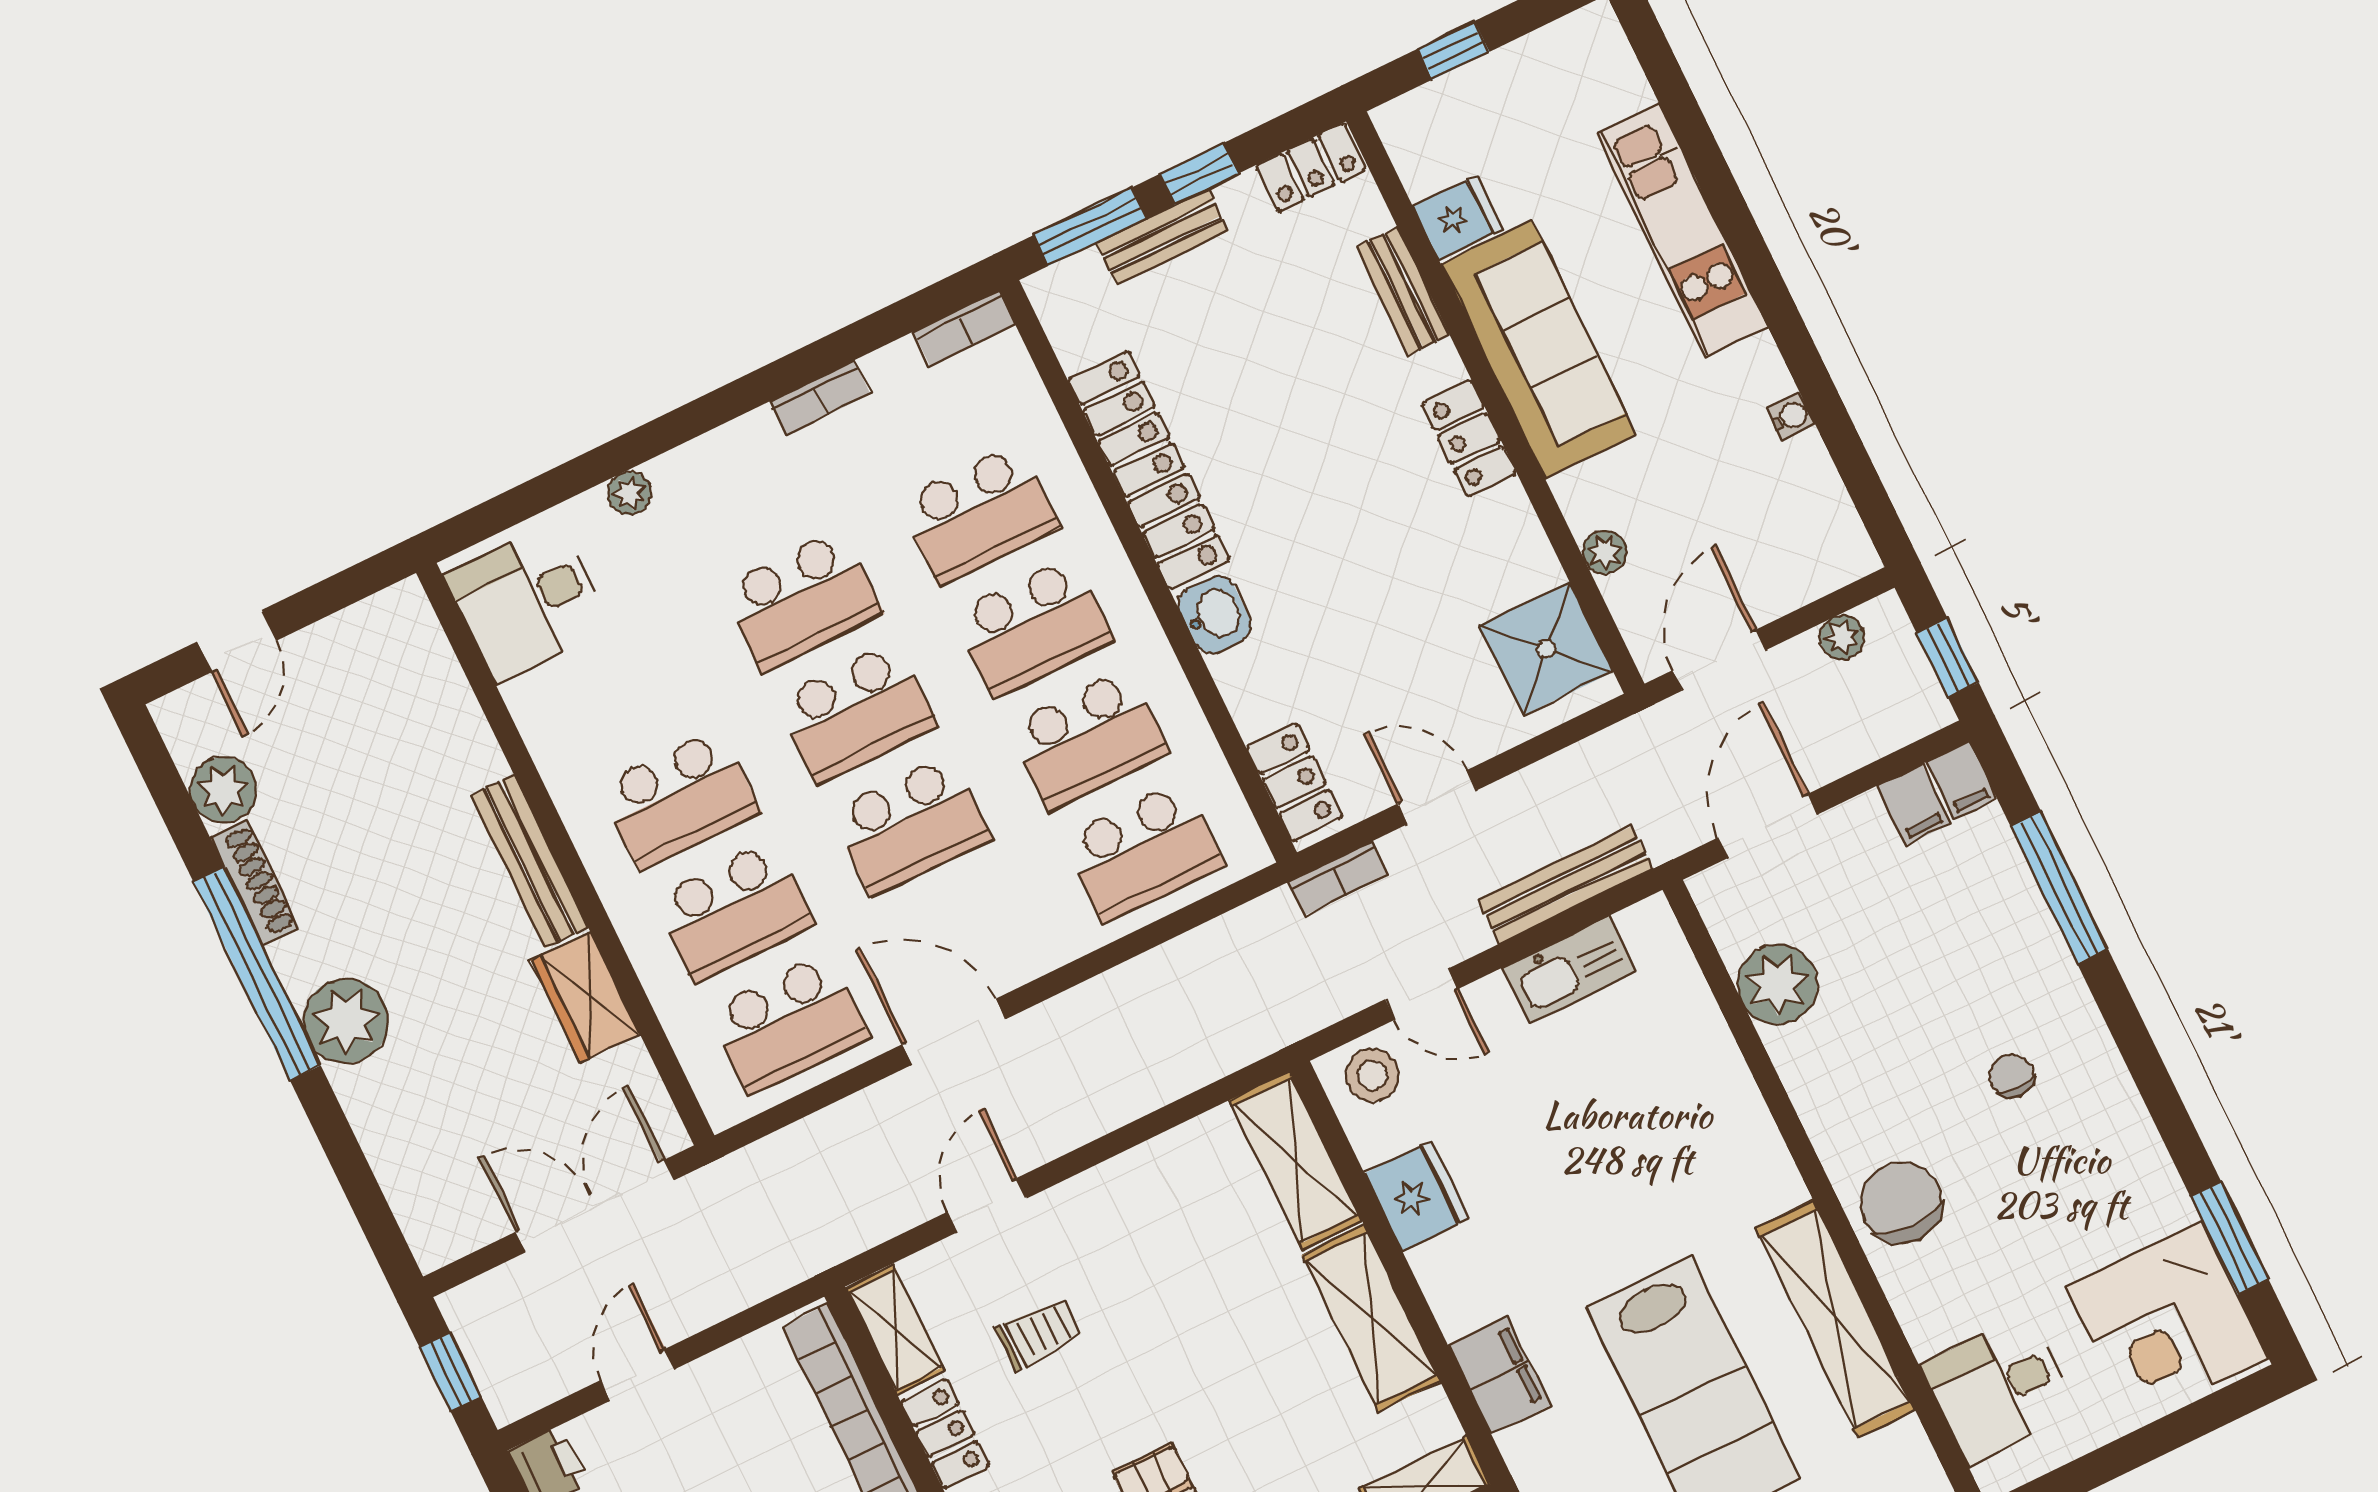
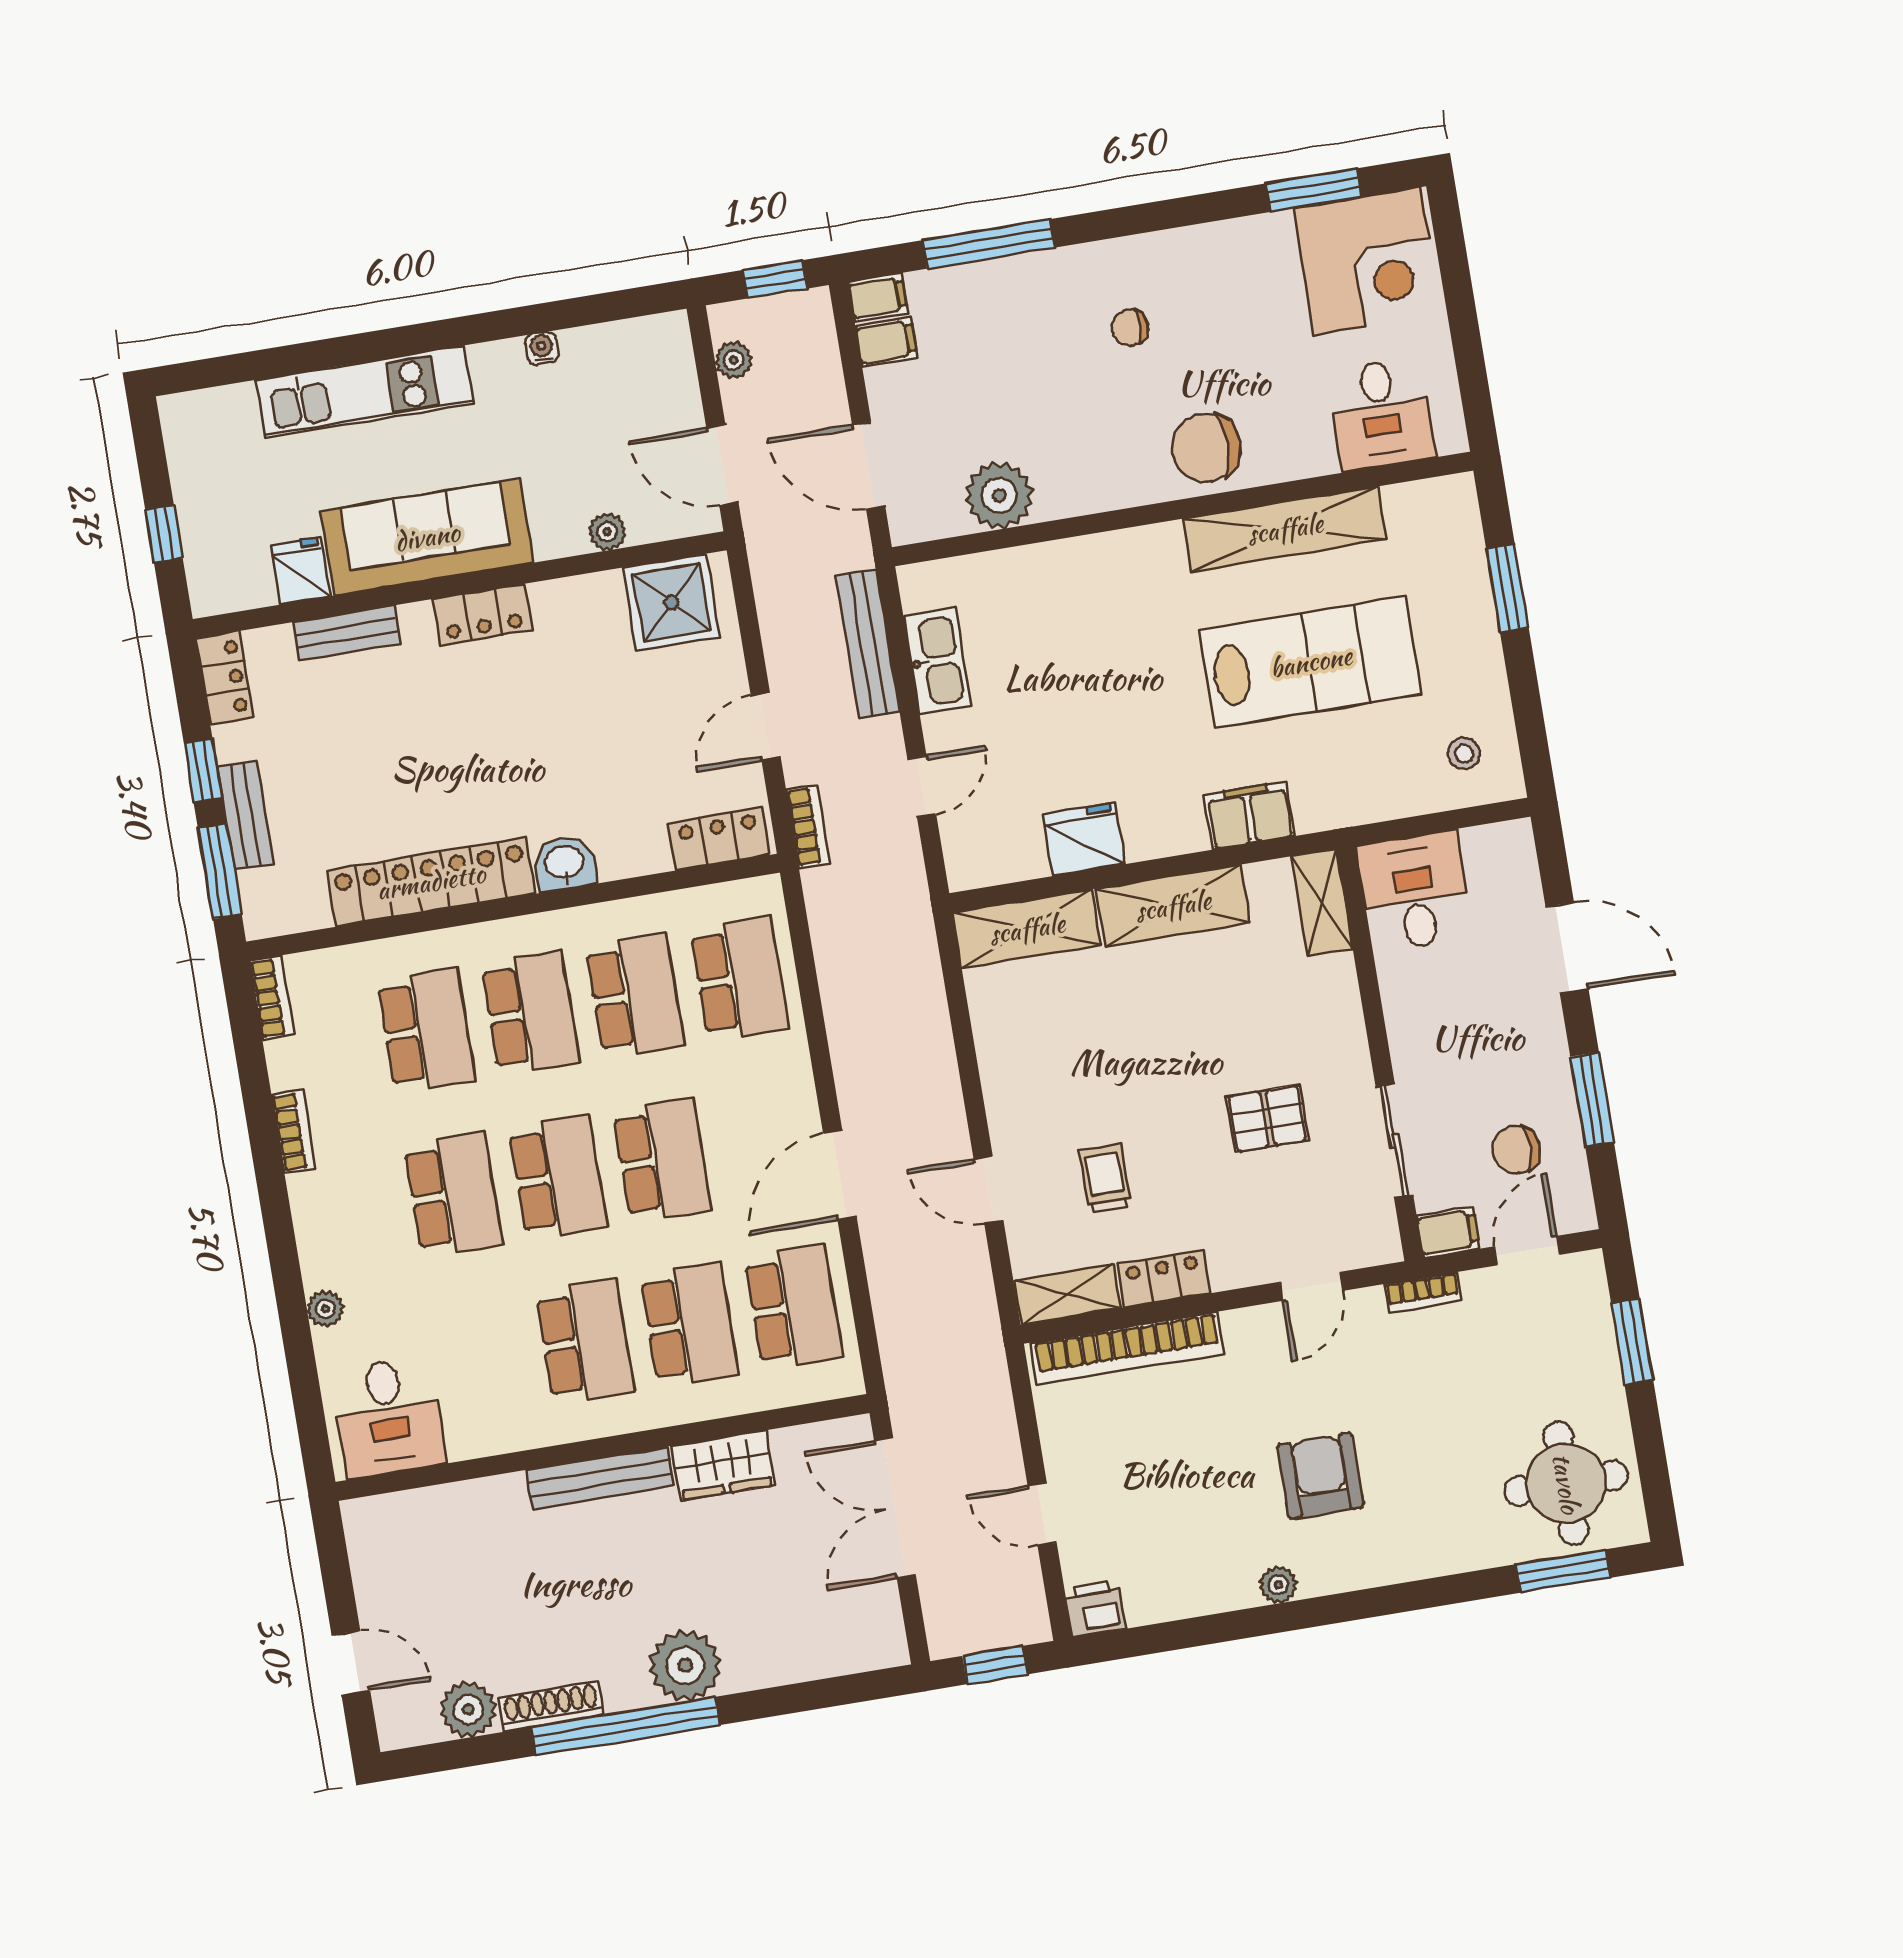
stool: (1372, 1075) -> (976, 846), removed

